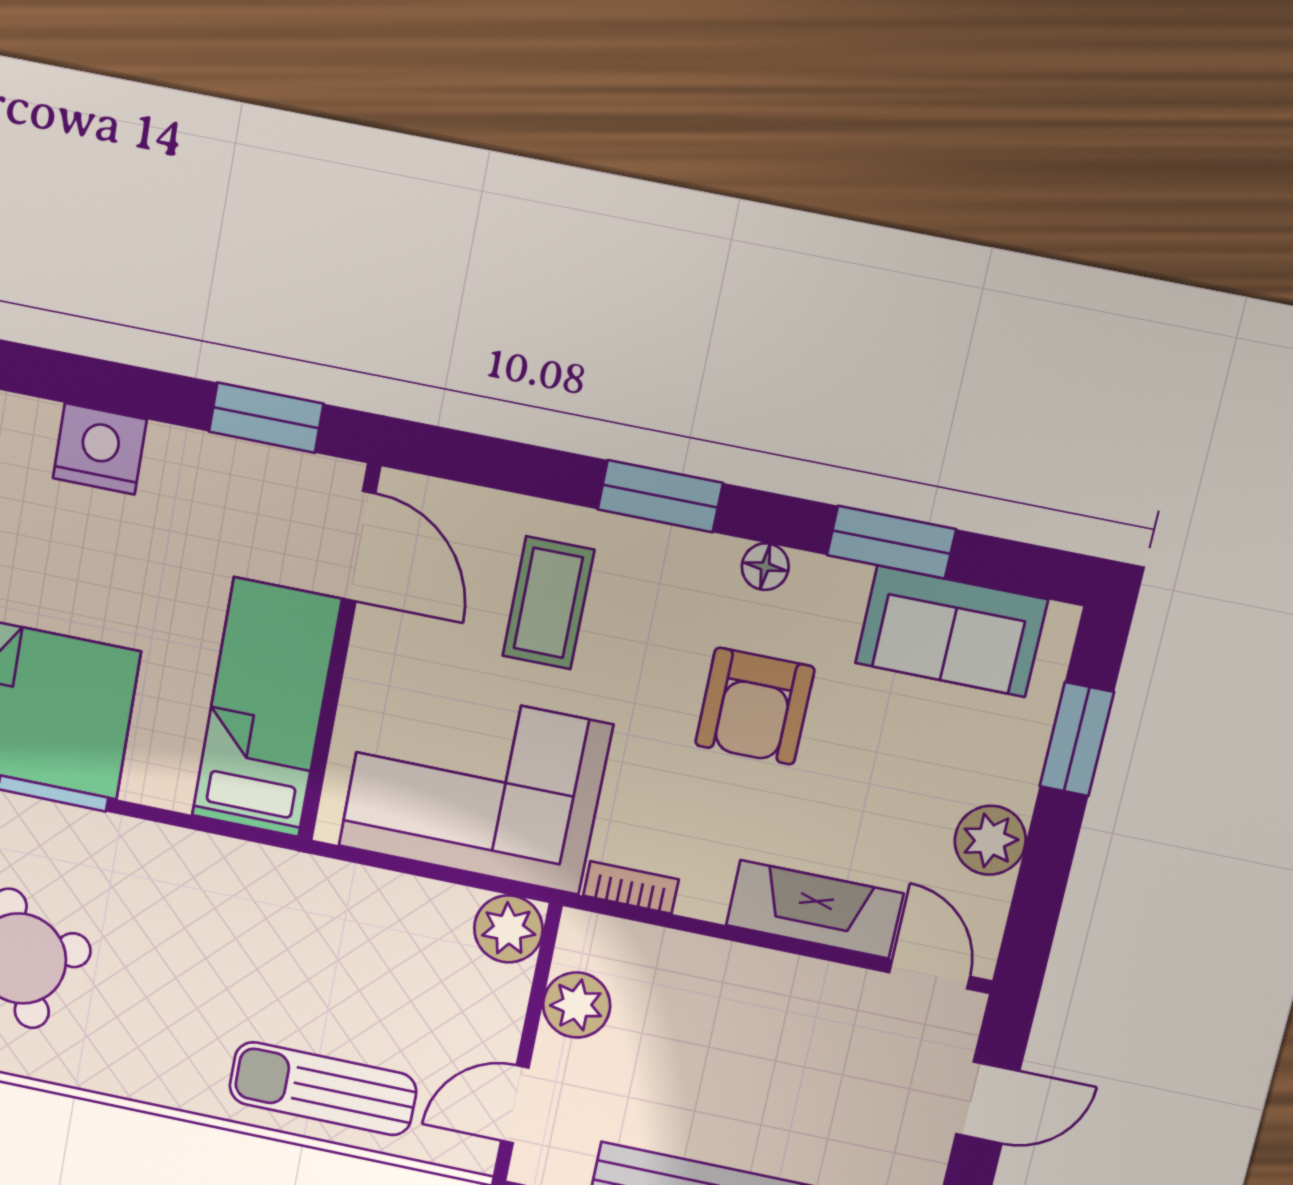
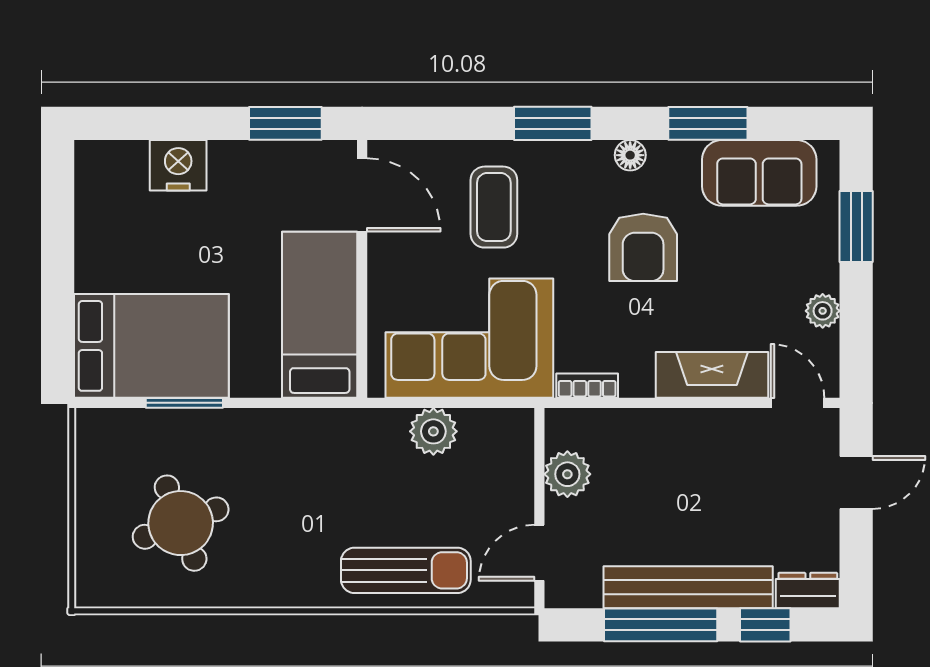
plant: (990, 840) -> (823, 311), width x0.73, depth x0.73
plant: (508, 929) -> (433, 431), moved
sun lounger: (323, 1089) -> (406, 570), turned 180

